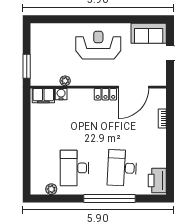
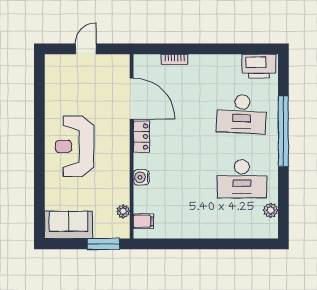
sofa: (149, 33) -> (68, 225), moved, turned -90
plant: (65, 81) -> (123, 211), moved
water cooler: (61, 94) -> (141, 177), moved
filing cabinet: (43, 96) -> (143, 221), width x0.50

